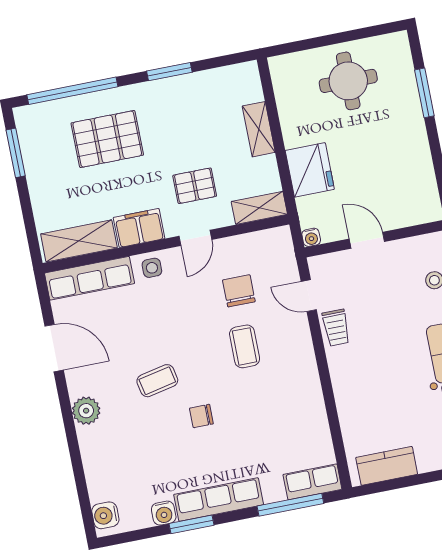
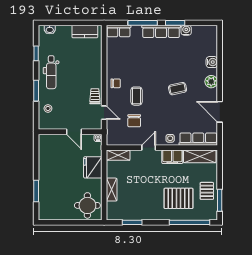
window: (169, 72) -> (132, 222), moved
round table: (348, 81) -> (87, 205), moved
pallet: (195, 186) -> (207, 191), moved, turned 90
chair: (201, 416) -> (116, 83), moved
window: (290, 505) -> (143, 23), moved
water cooler: (105, 515) -> (212, 62), moved

